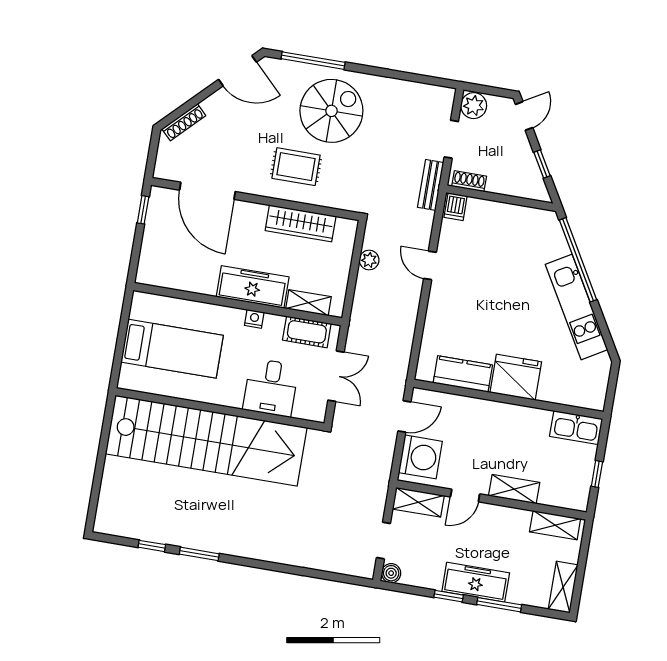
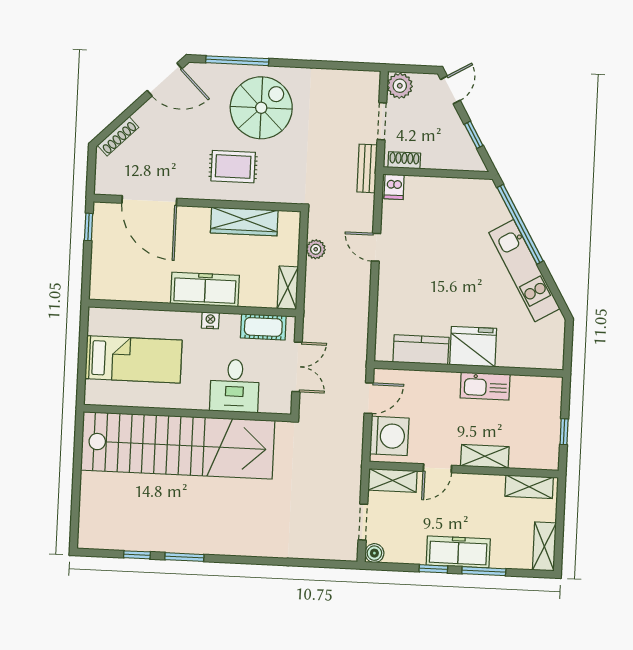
shelving: (309, 303) -> (288, 288), moved, turned 90
kitchen sink: (576, 428) -> (485, 386), moved

